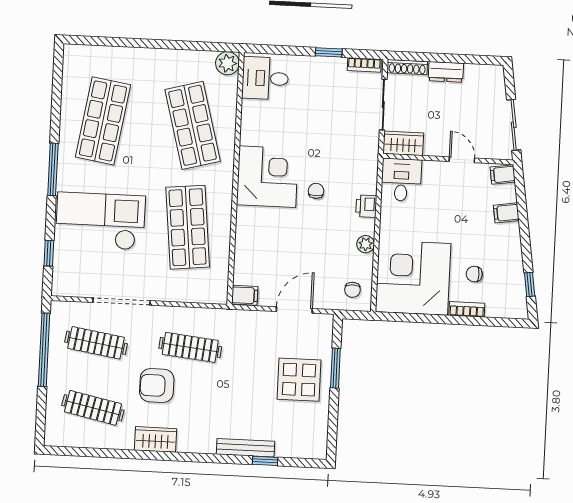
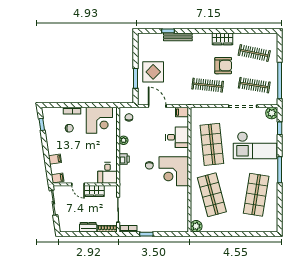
desk: (265, 78) -> (177, 137), moved
wardrobe: (403, 143) -> (94, 191), moved
corner desk: (413, 278) -> (99, 120), width x0.74, depth x0.74
plant: (63, 285) -> (272, 113), added
door: (294, 310) -> (157, 106), swing flipped

